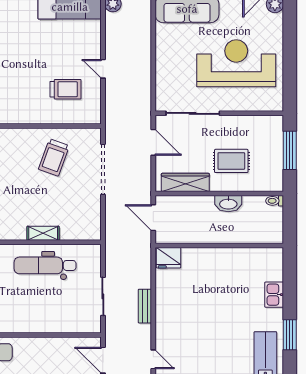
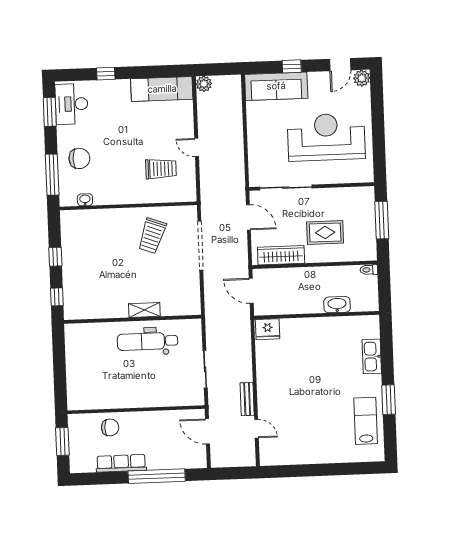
washbasin: (228, 204) -> (337, 305), moved, turned 180
kitchen sink: (274, 295) -> (372, 356), width x1.38
bench: (145, 306) -> (247, 399), moved

